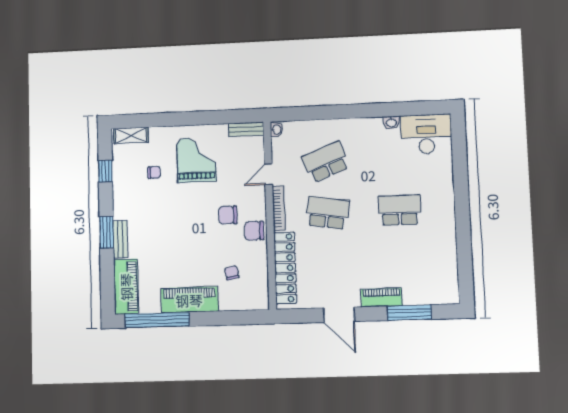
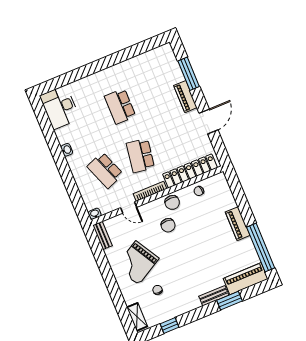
washbasin: (391, 123) -> (67, 150), moved
grand piano: (196, 160) -> (137, 263), turned -30
window: (106, 232) -> (229, 301), moved
chair: (232, 273) -> (199, 191), moved
piano: (189, 300) -> (238, 224), width x0.73, depth x0.75

